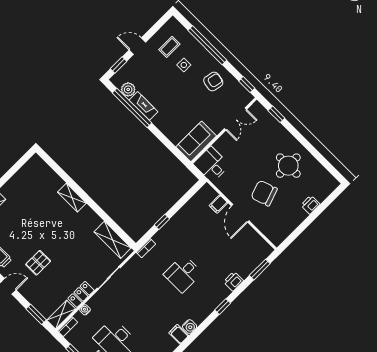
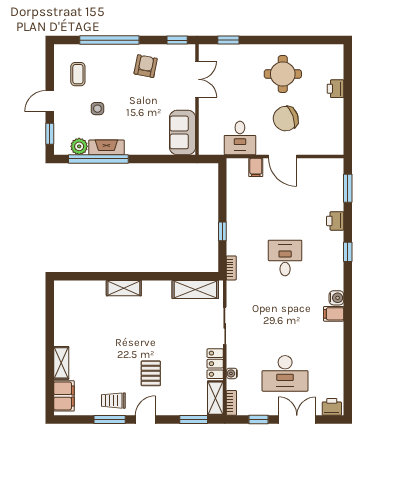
side table: (184, 65) -> (97, 109), moved
desk: (211, 164) -> (240, 138), moved, turned -90
desk: (183, 274) -> (285, 258), turned 180

